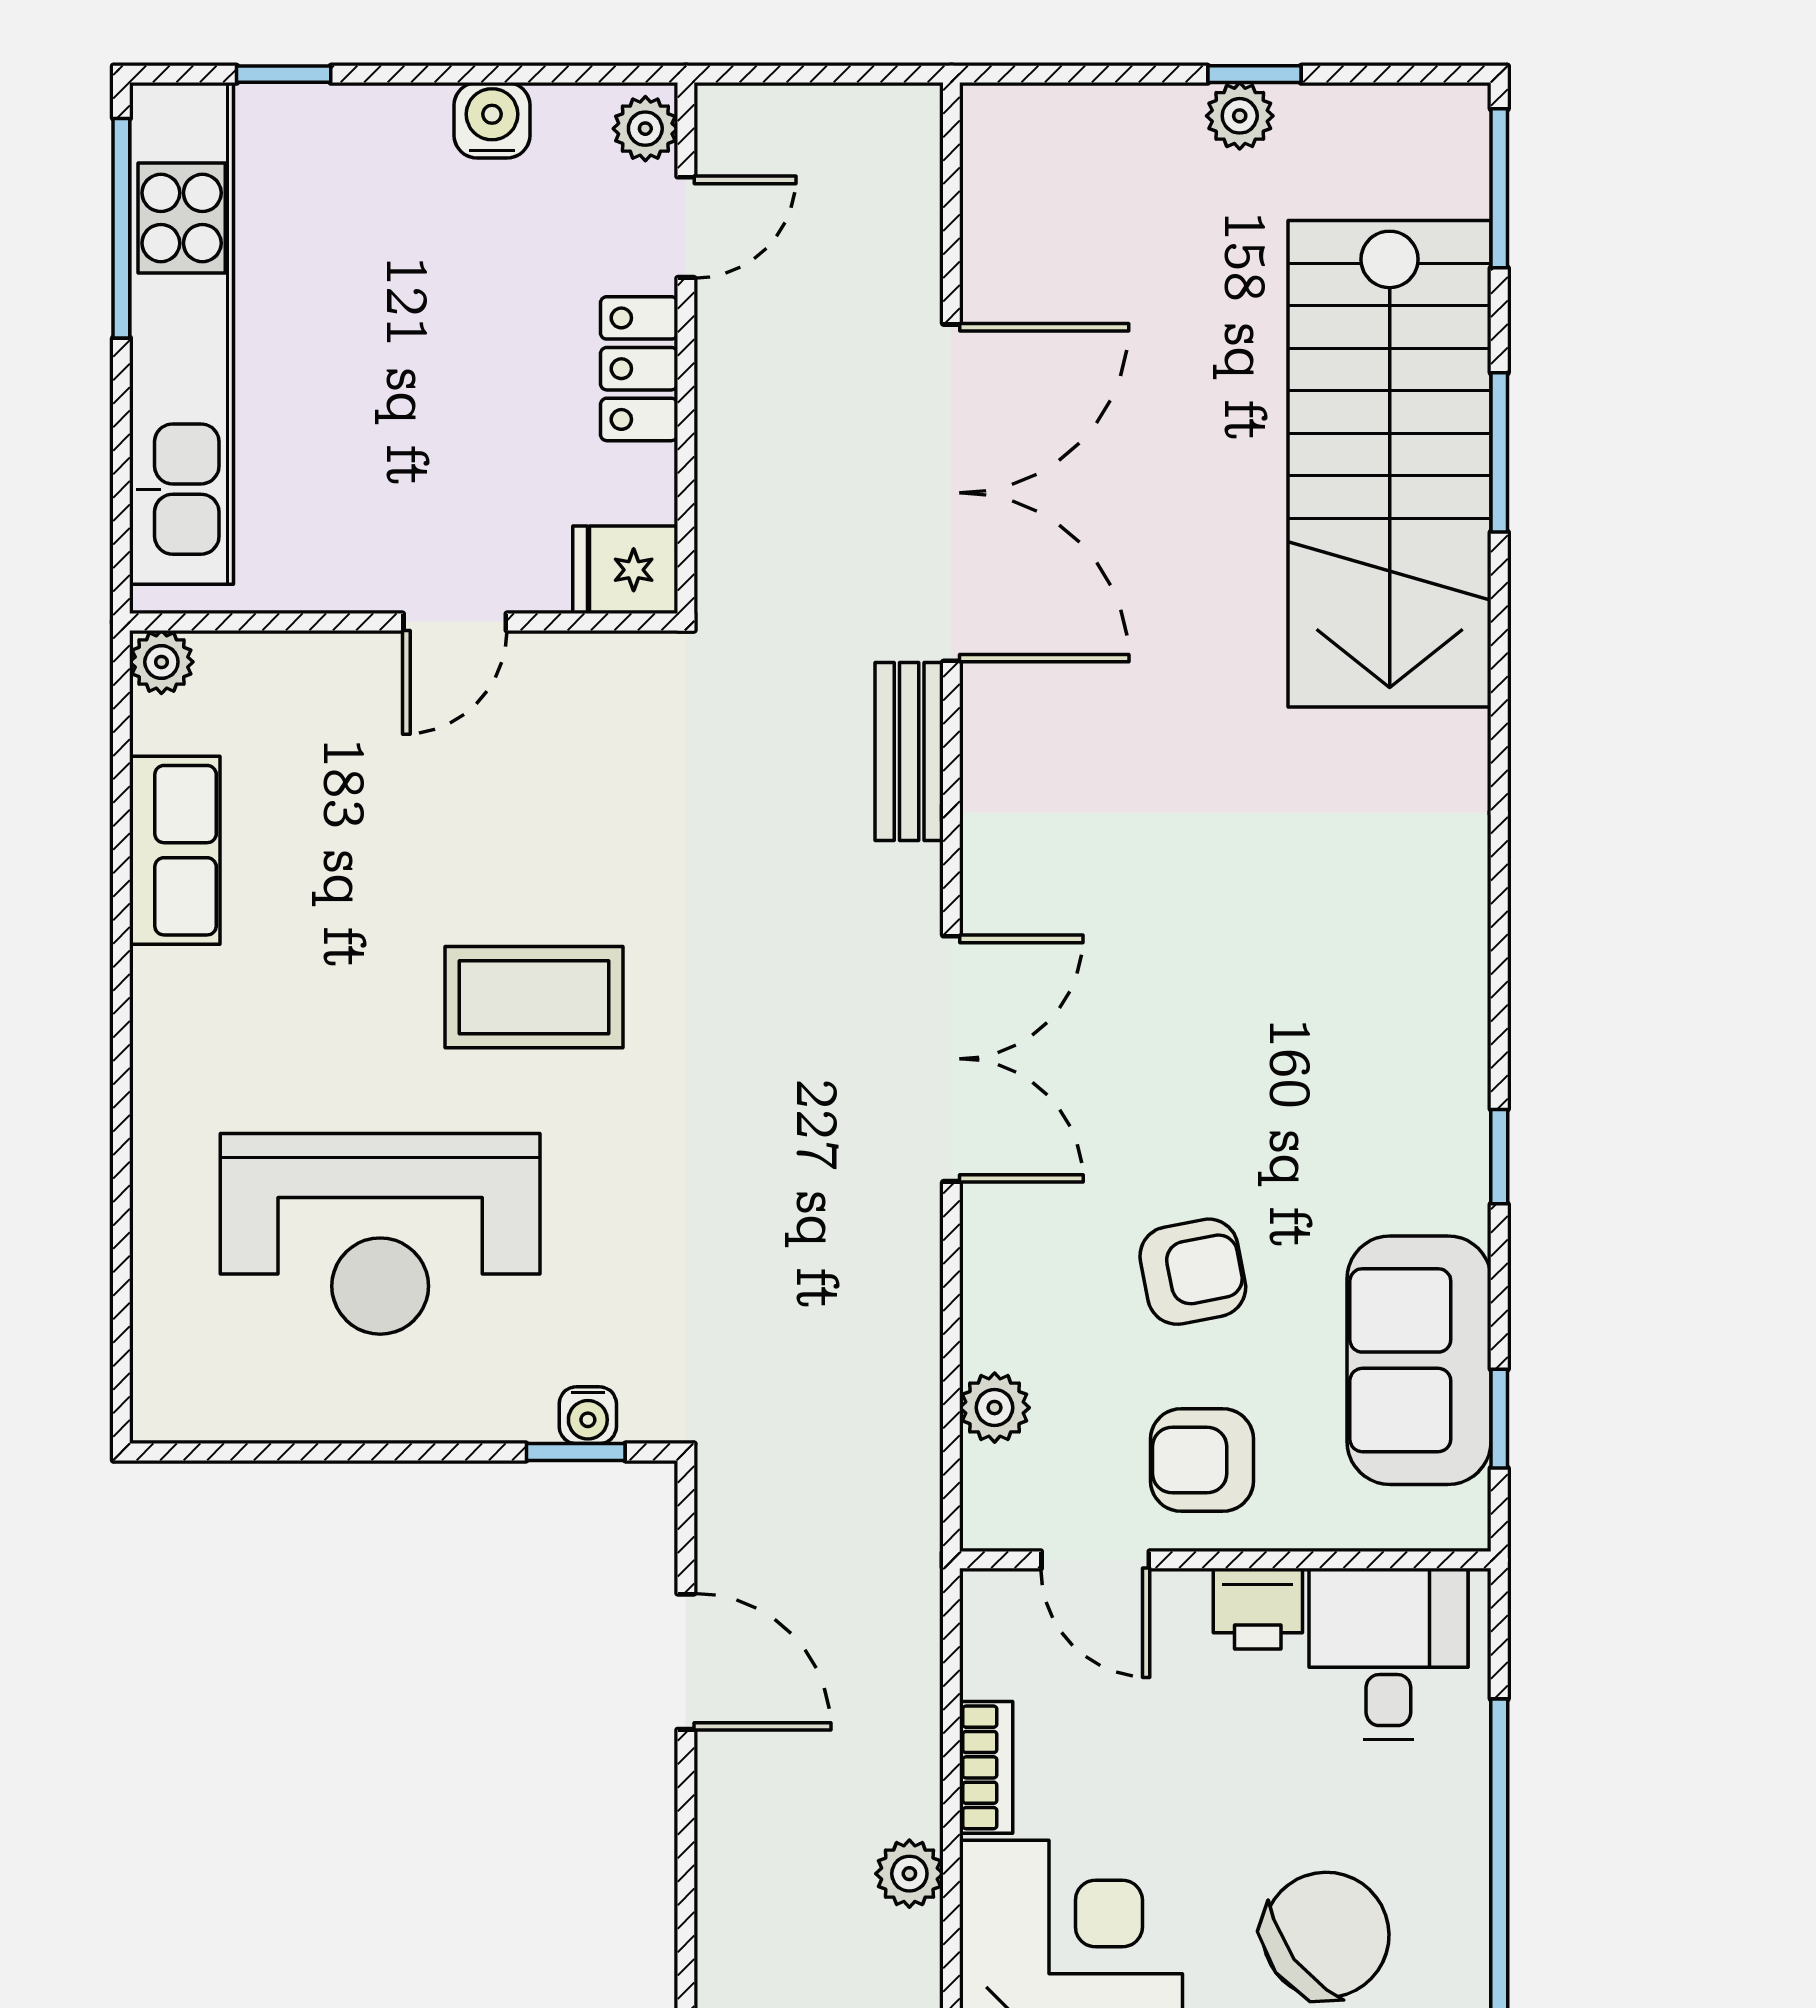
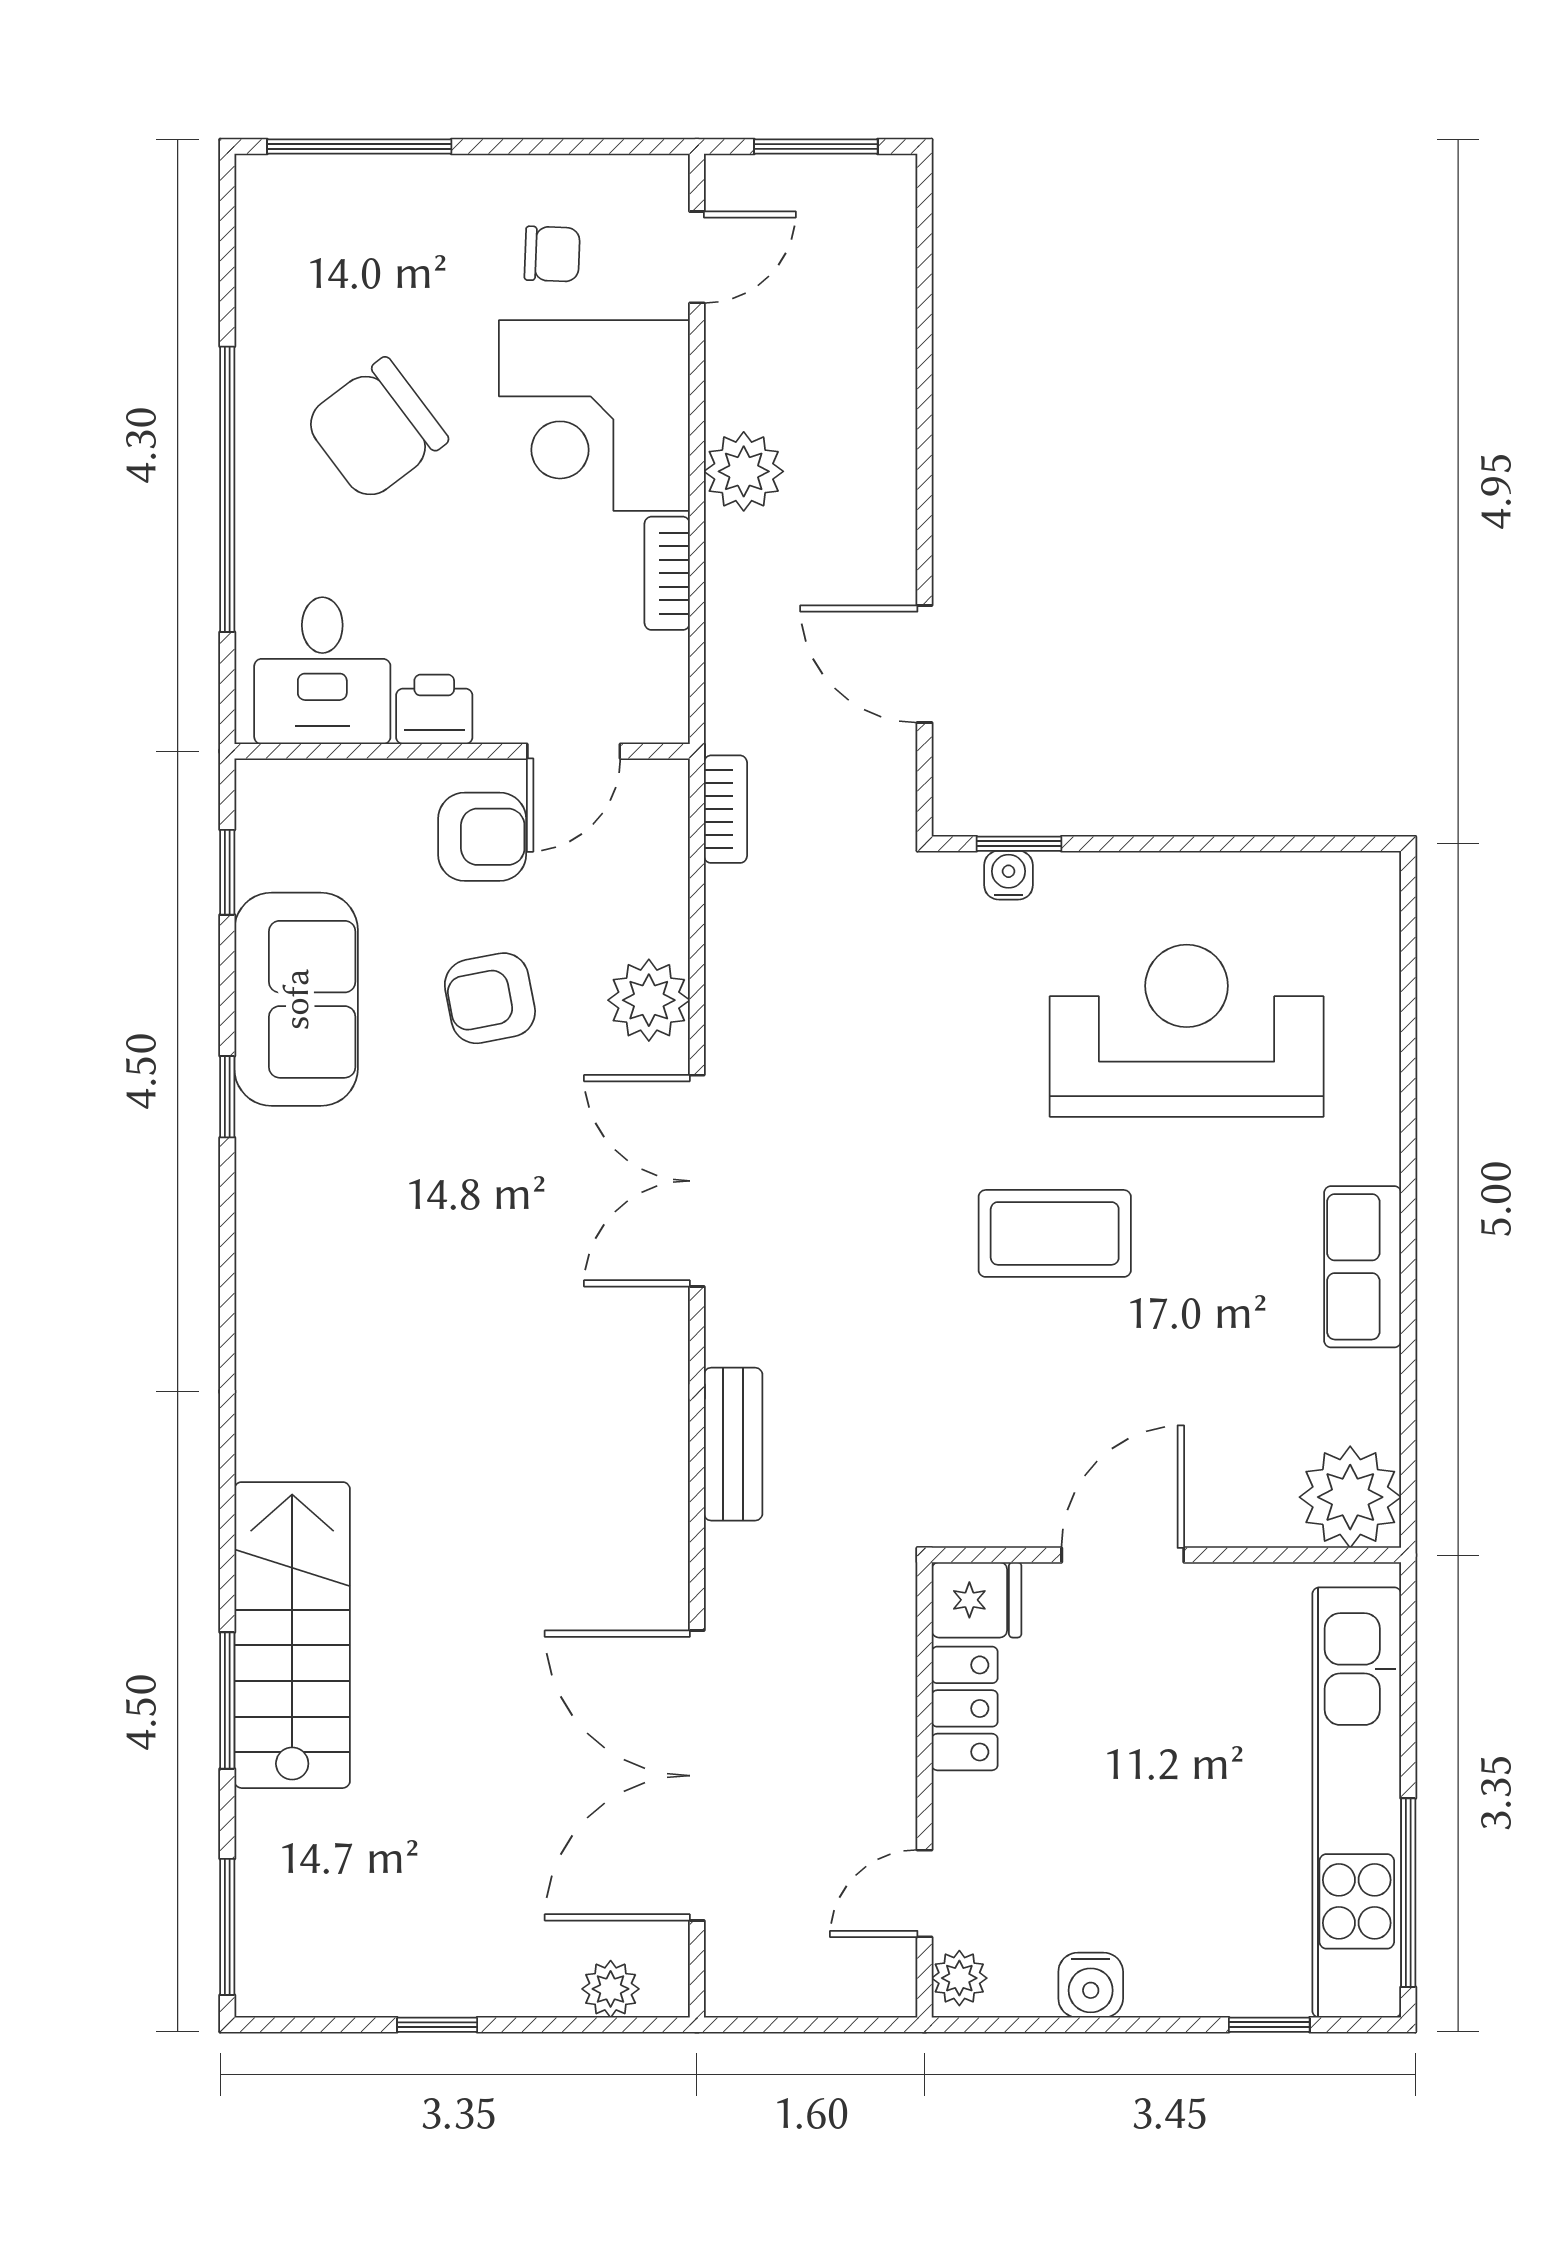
plant: (1240, 116) -> (611, 1989), moved
locker: (639, 369) -> (965, 1708), moved
stairs: (1390, 464) -> (292, 1635), width x0.73, depth x0.66
double door: (951, 493) -> (697, 1776), moved
door: (455, 622) -> (1123, 1555), width x1.38
plant: (161, 662) -> (1350, 1497), width x1.88, depth x1.88
row of seats: (175, 850) -> (1363, 1267), moved
sofa: (1419, 1360) -> (296, 999), moved
plant: (995, 1408) -> (649, 1000), moved, width x1.38, depth x1.38
bookcase: (918, 1492) -> (726, 809), added
door: (1095, 1560) -> (574, 751), swing flipped
plant: (909, 1874) -> (744, 471), width x1.38, depth x1.38

